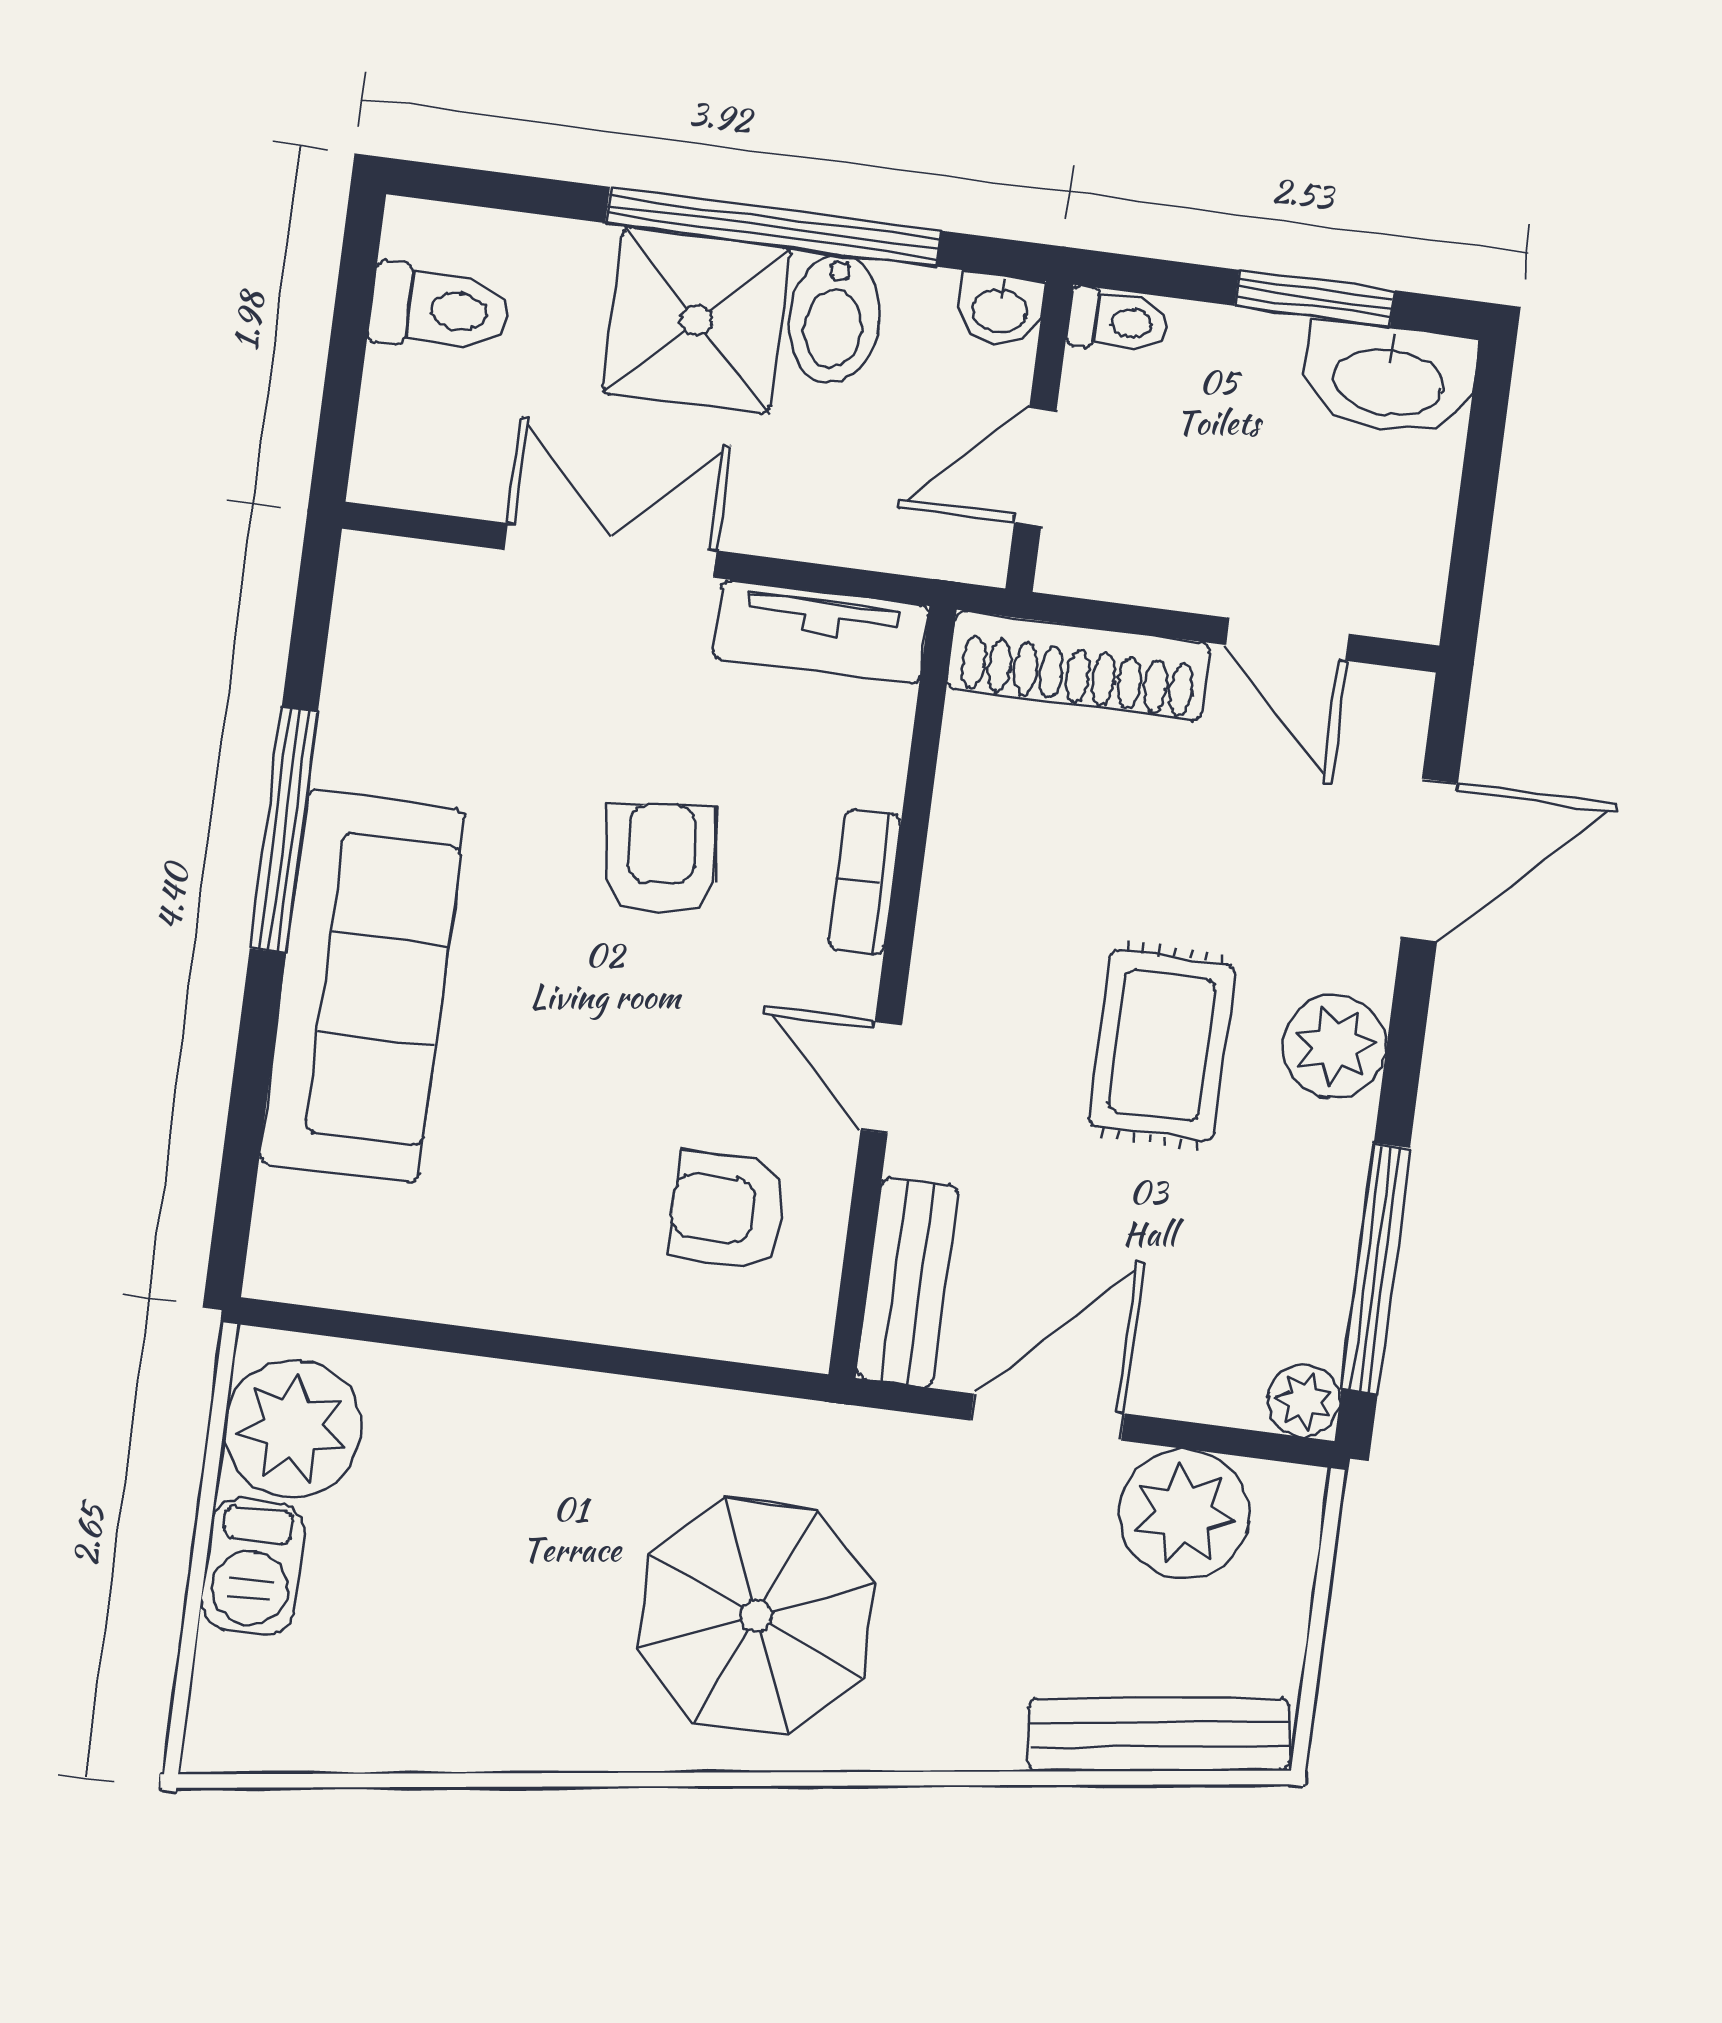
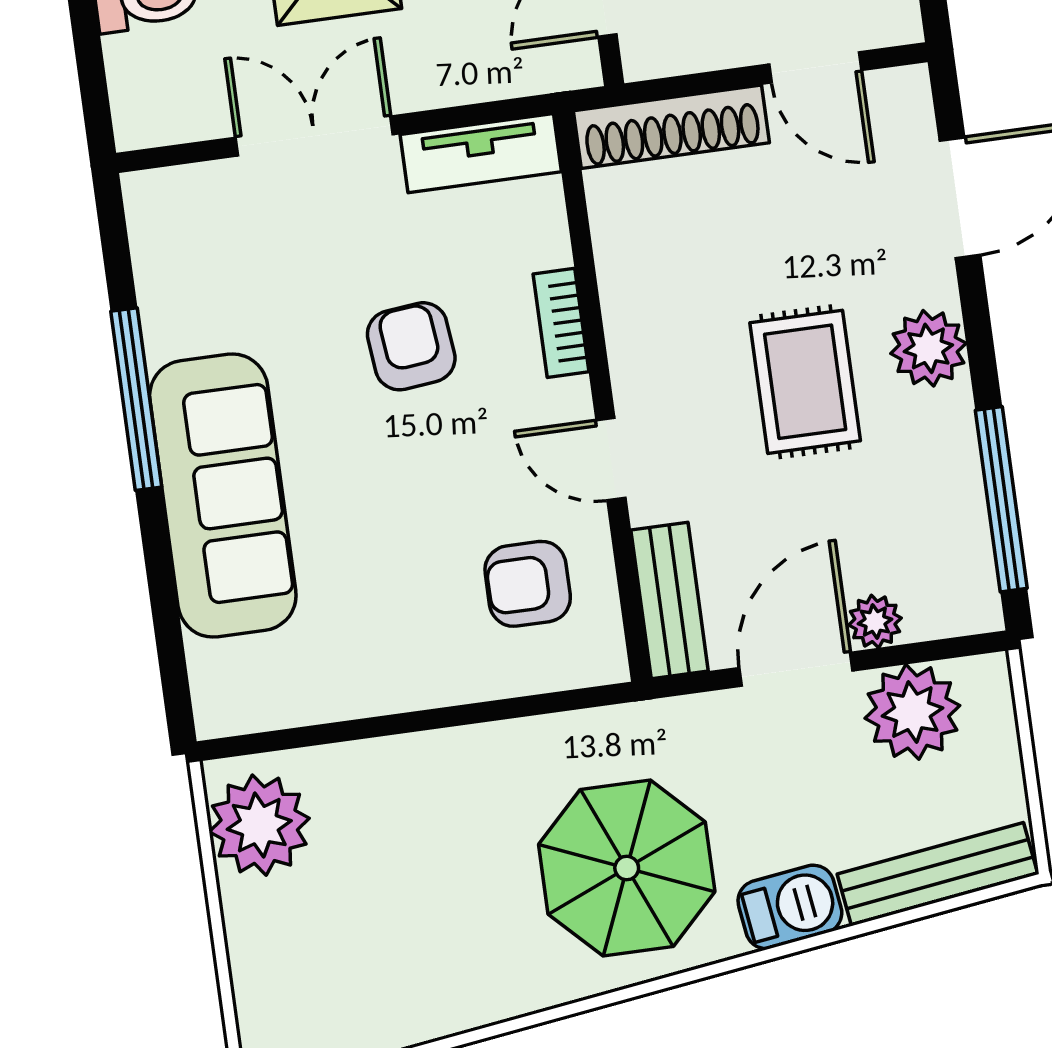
plant: (1304, 1401) -> (875, 621), moved
barbecue: (253, 1567) -> (790, 907), moved, turned -98

